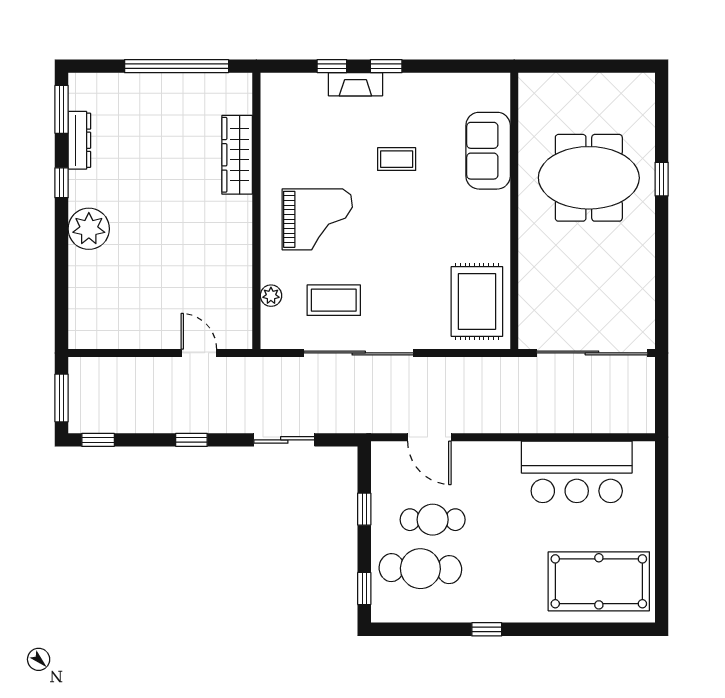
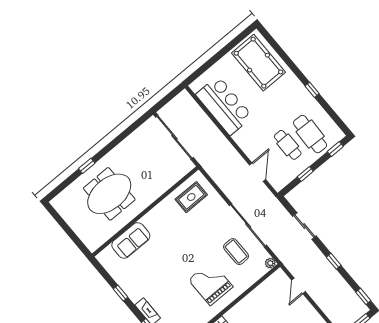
window: (386, 66) -> (121, 293), moved
coffee table: (397, 159) -> (163, 272), removed
meeting table: (589, 178) -> (109, 194), turned 90
plant: (271, 296) -> (270, 263), moved
rug: (477, 301) -> (191, 197), width x0.73, depth x0.70

